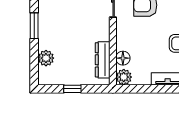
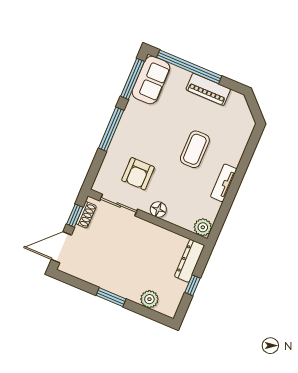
floor lamp: (123, 58) -> (158, 210), moved
dresser: (103, 60) -> (190, 261), moved, turned 90

